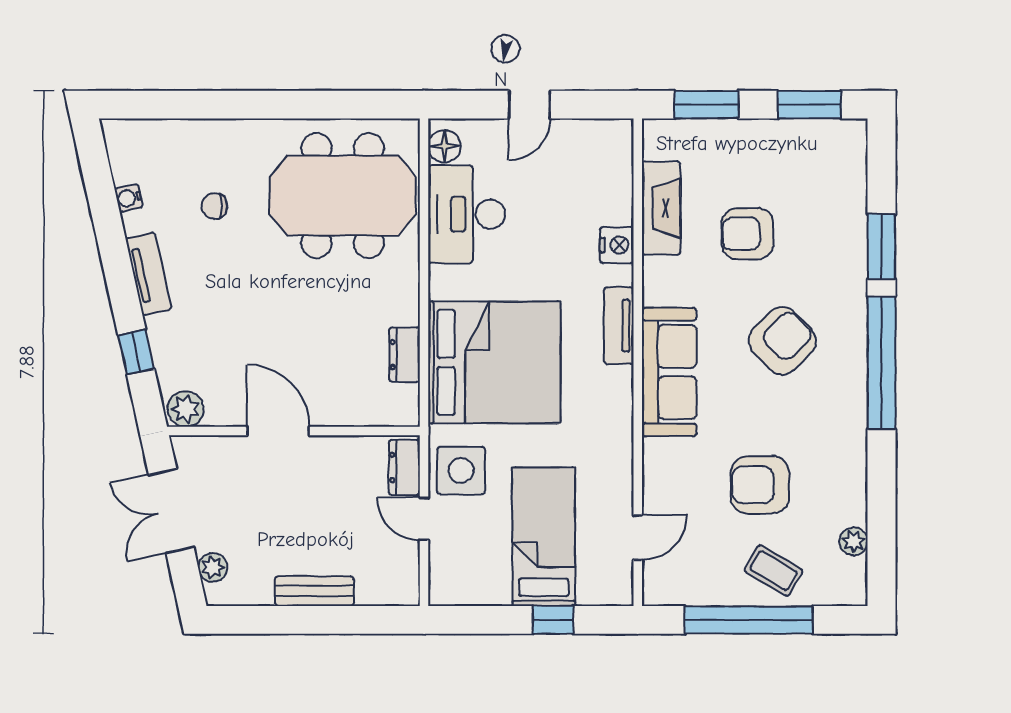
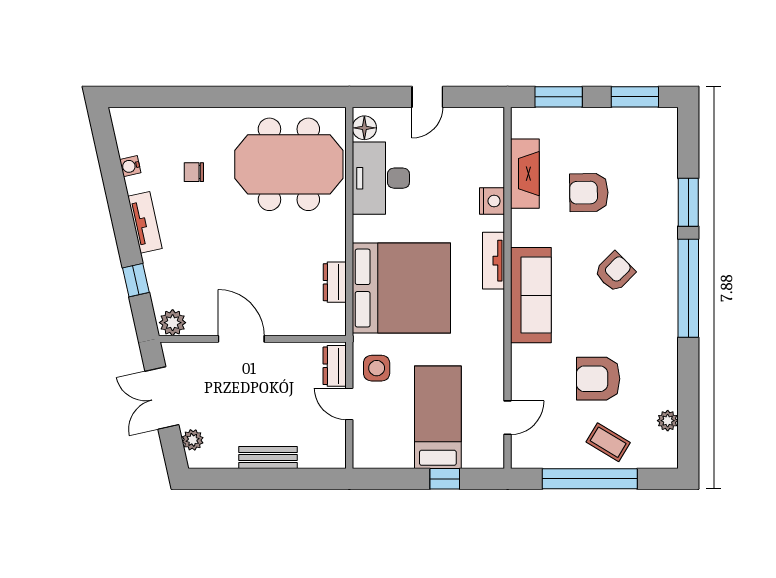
armchair: (782, 341) -> (615, 272), width x0.72, depth x0.72
side table: (461, 471) -> (377, 368), width x0.73, depth x0.73

